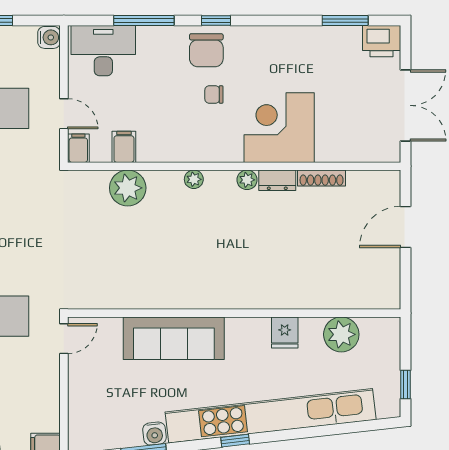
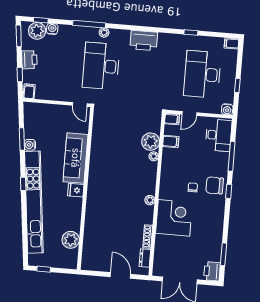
plant: (194, 179) -> (154, 156), moved
dresser: (277, 180) -> (145, 258), moved
fridge: (285, 332) -> (76, 190), moved

